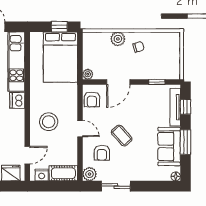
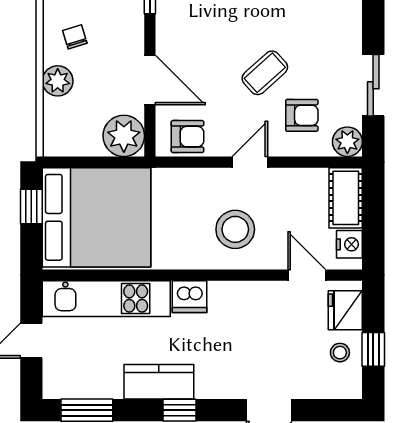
bed: (60, 57) -> (97, 217), width x1.36
plant: (88, 74) -> (124, 136), width x1.87, depth x1.87

